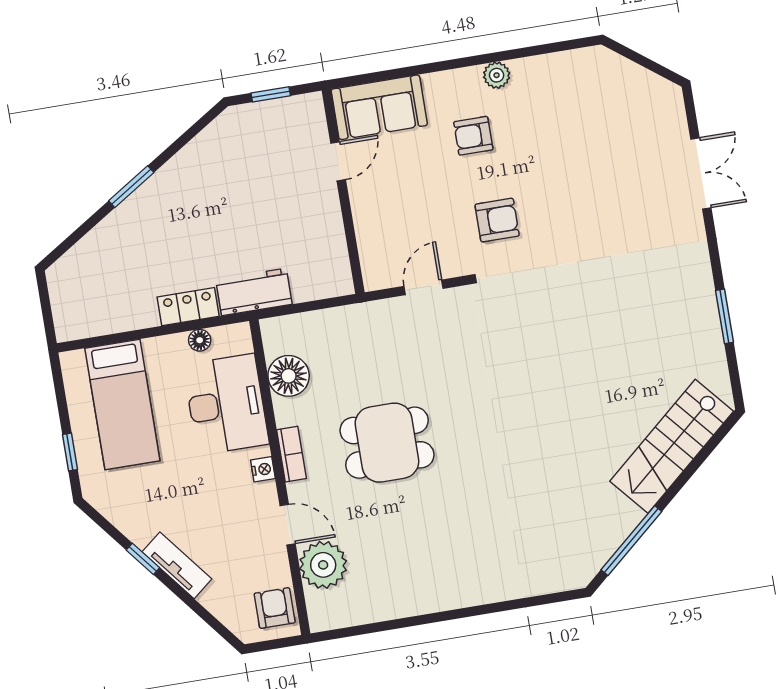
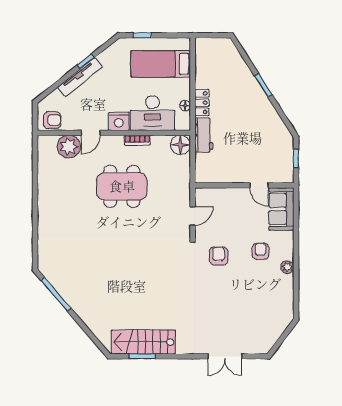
armchair: (497, 220) -> (219, 256), turned 180
door: (424, 287) -> (193, 216), hinge flipped
window: (725, 316) -> (142, 356), moved
floor lamp: (289, 376) -> (180, 145), moved
dining table: (387, 443) -> (122, 186), width x1.37
stairs: (672, 446) -> (143, 342), moved, turned -49
bookcase: (291, 454) -> (137, 140), moved
nightstand: (263, 469) -> (119, 121), width x1.89, depth x1.79
tv unit: (177, 565) -> (80, 77), width x1.41

